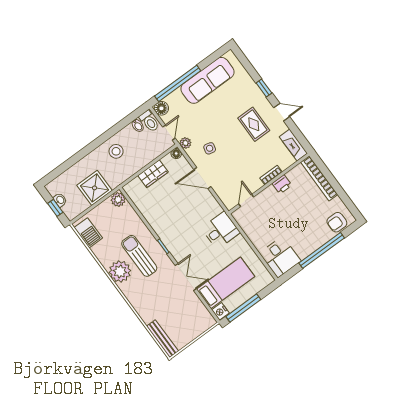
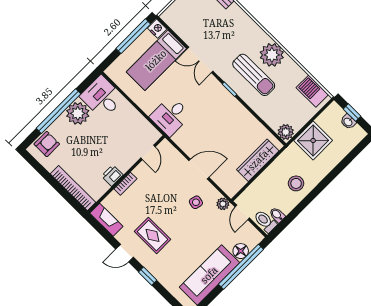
floor lamp: (161, 108) -> (241, 251), moved
floor lamp: (176, 153) -> (231, 191), removed
wardrobe: (153, 174) -> (258, 160), width x1.50
plant: (304, 246) -> (78, 113), added

